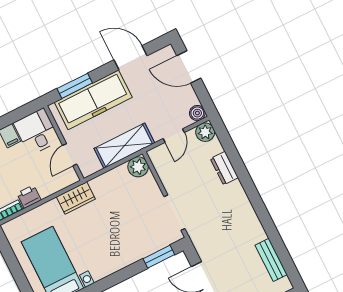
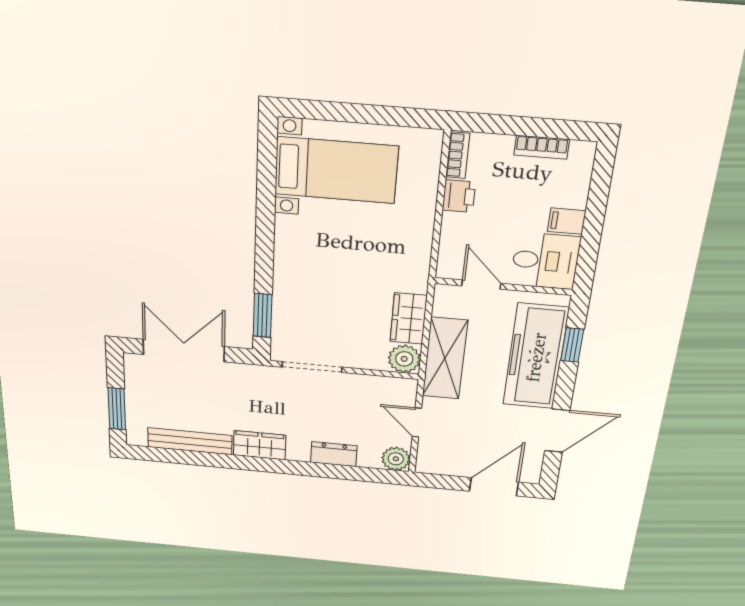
window: (75, 86) -> (572, 345), width x0.67
boiler: (197, 113) -> (427, 464), removed
wardrobe: (76, 198) -> (409, 319), moved
wardrobe: (245, 213) -> (260, 445), added
bench: (271, 260) -> (190, 441), width x1.36

